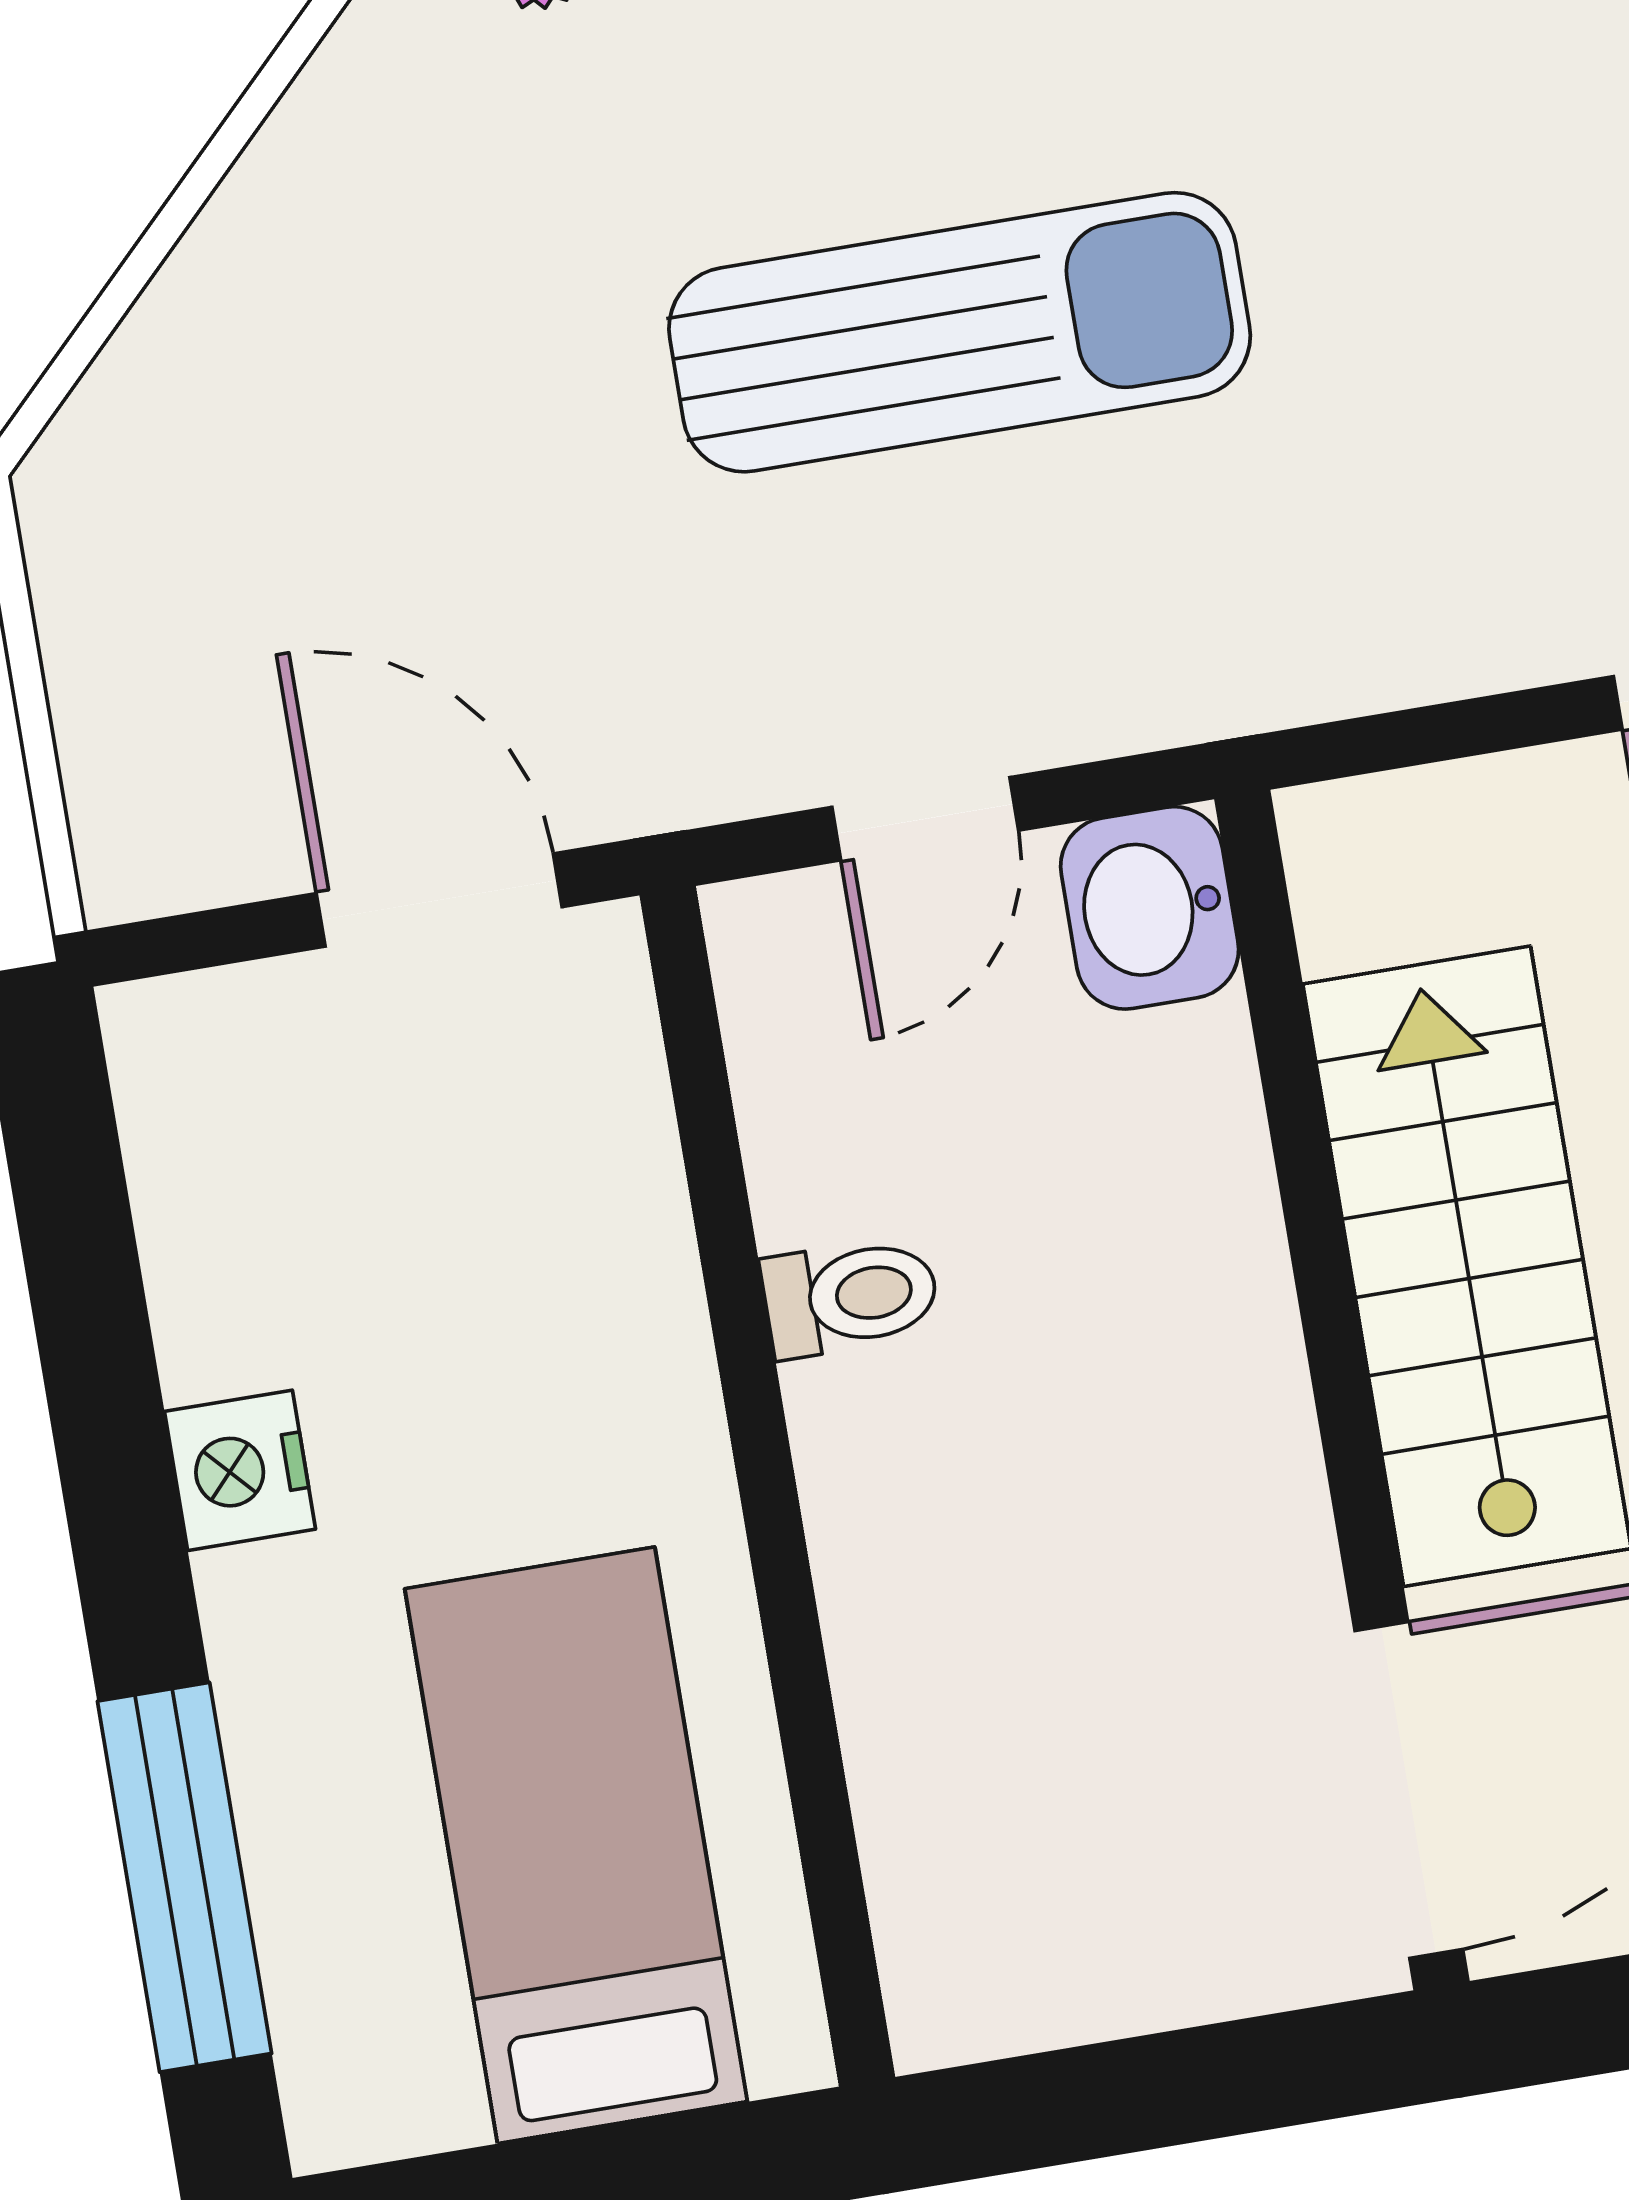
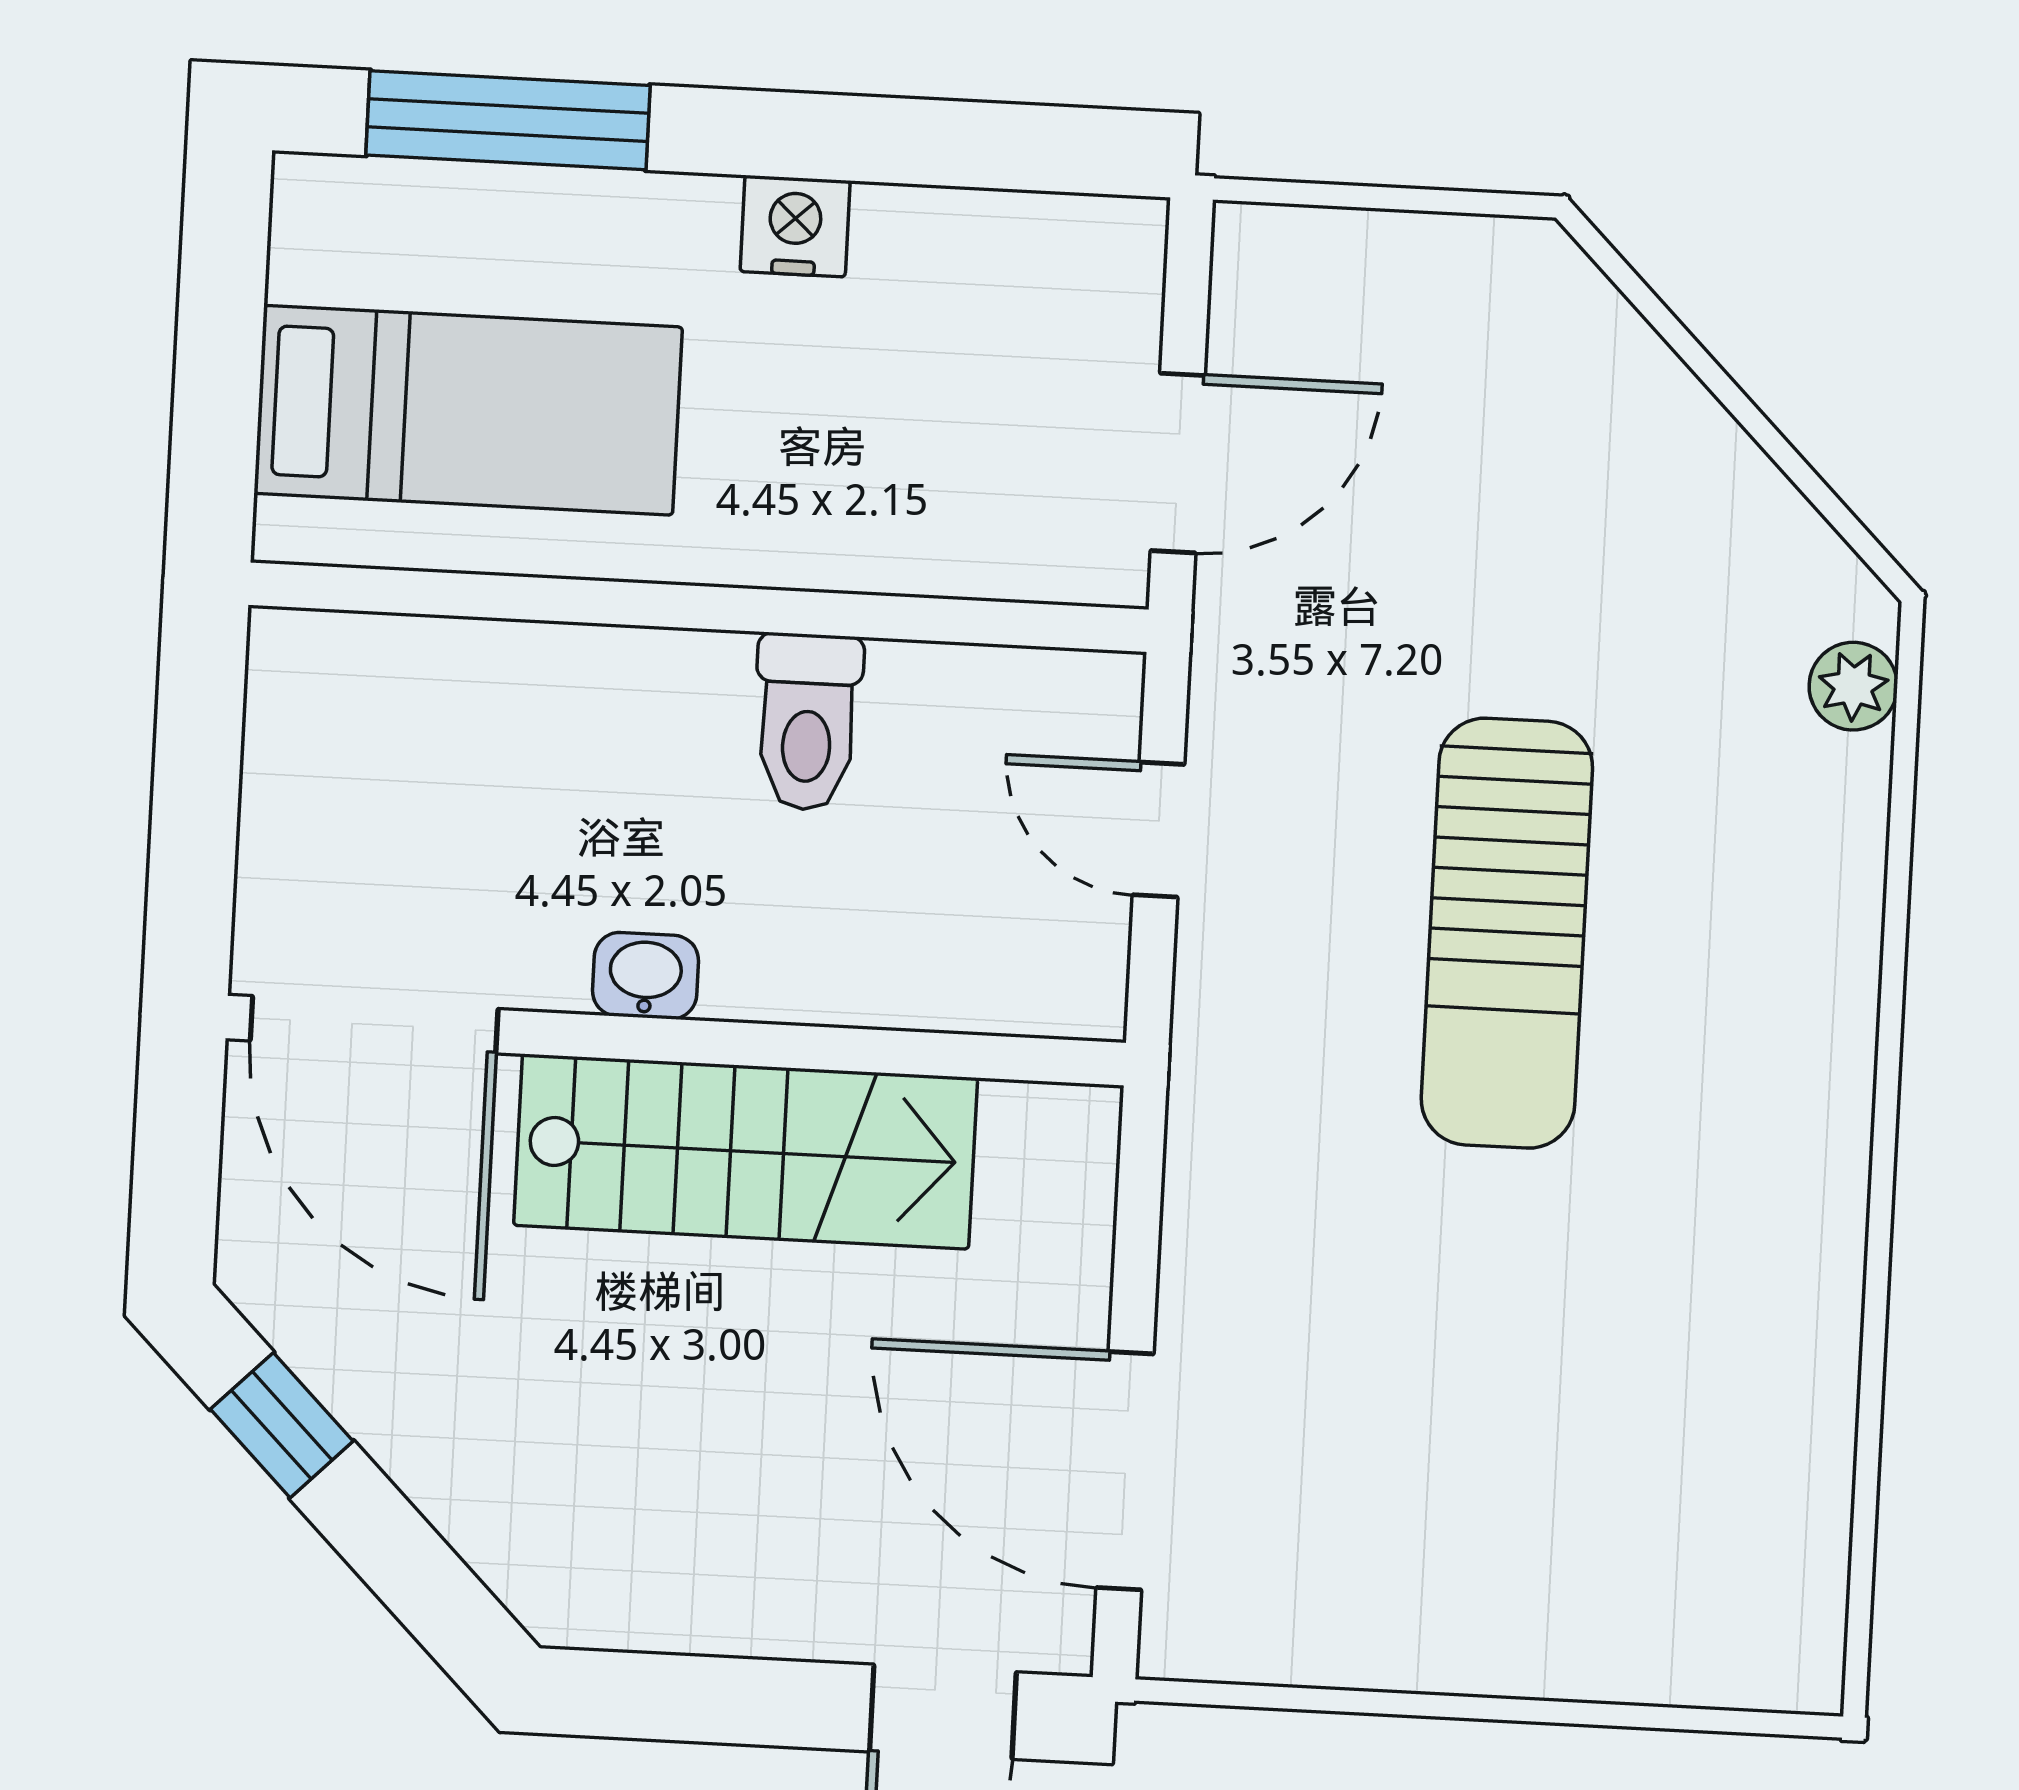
washbasin: (1150, 908) -> (646, 976), moved, width x0.72, depth x0.69
toilet: (850, 1297) -> (807, 722), width x1.37, depth x1.39

